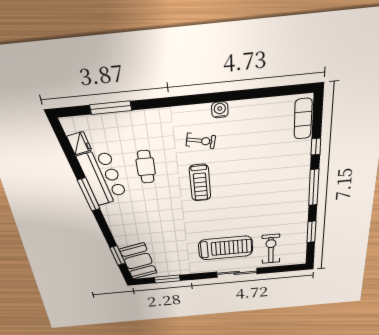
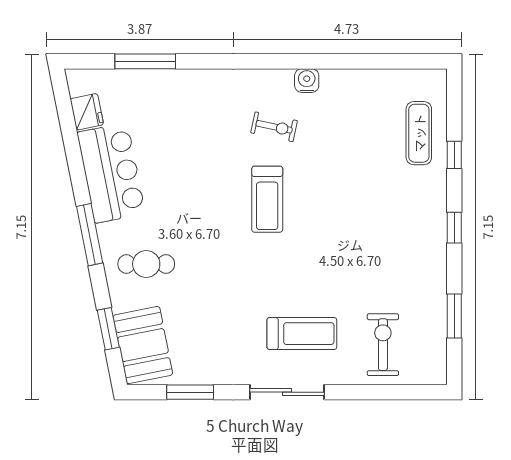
exercise mat: (303, 119) -> (419, 133), moved
cafe table: (146, 167) -> (146, 264), moved, turned 90
window: (314, 187) -> (454, 228), width x0.46
window: (89, 194) -> (90, 235), moved
treadmill: (226, 248) -> (302, 334), width x0.73, depth x0.73
sliding door: (237, 273) -> (287, 392), moved

